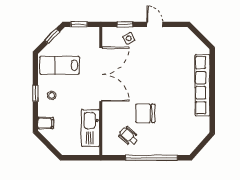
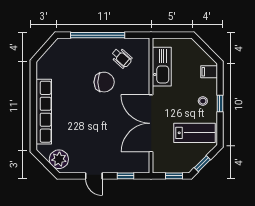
side table: (129, 38) -> (122, 161), removed
plant: (188, 40) -> (59, 159), added

